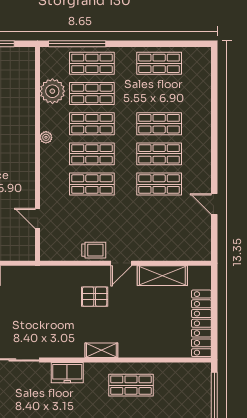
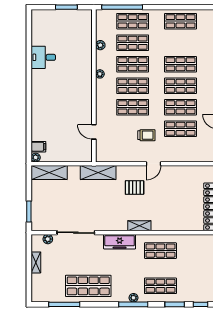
plant: (52, 91) -> (100, 45), width x0.53, depth x0.53
shop shelf: (159, 214) -> (181, 129), added
trolley: (94, 250) -> (146, 135), moved
shelving: (162, 276) -> (98, 173), moved
freezer: (67, 373) -> (120, 242), width x1.40

